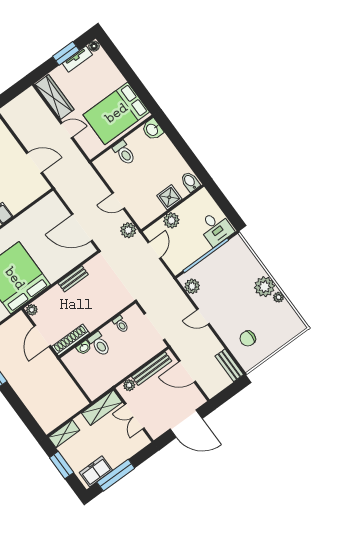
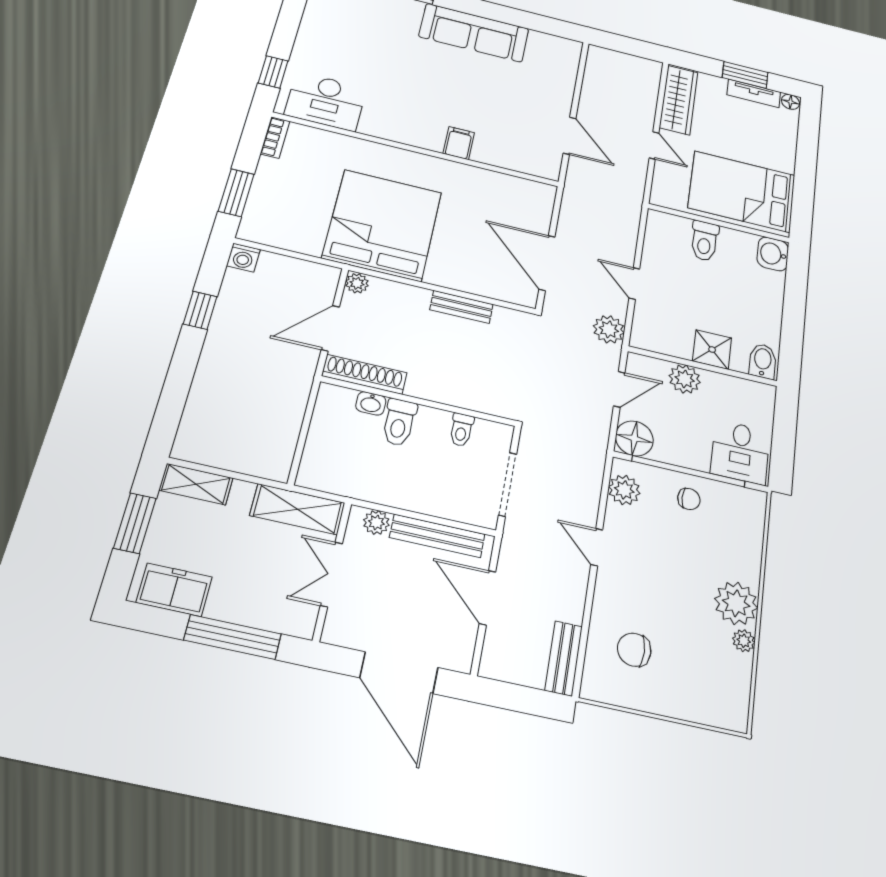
floor lamp: (177, 263) -> (634, 438), added
chair: (215, 266) -> (689, 499), added
window: (116, 475) -> (233, 637), moved

